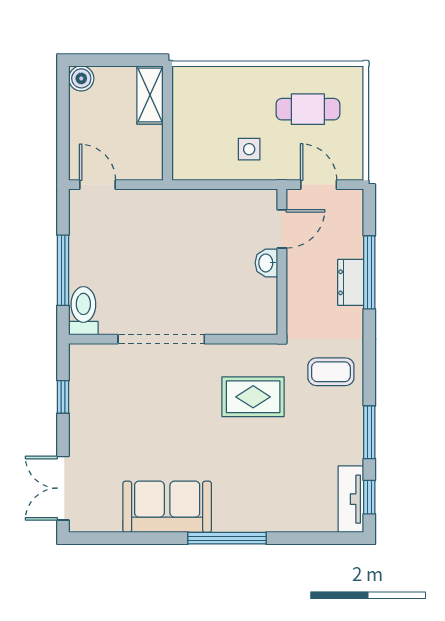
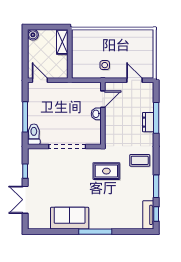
cafe table: (308, 109) -> (130, 48), removed
door: (282, 229) -> (103, 99), moved
wall: (282, 262) -> (103, 113), moved
washbasin: (266, 263) -> (96, 114), moved
double door: (63, 488) -> (25, 200), moved

